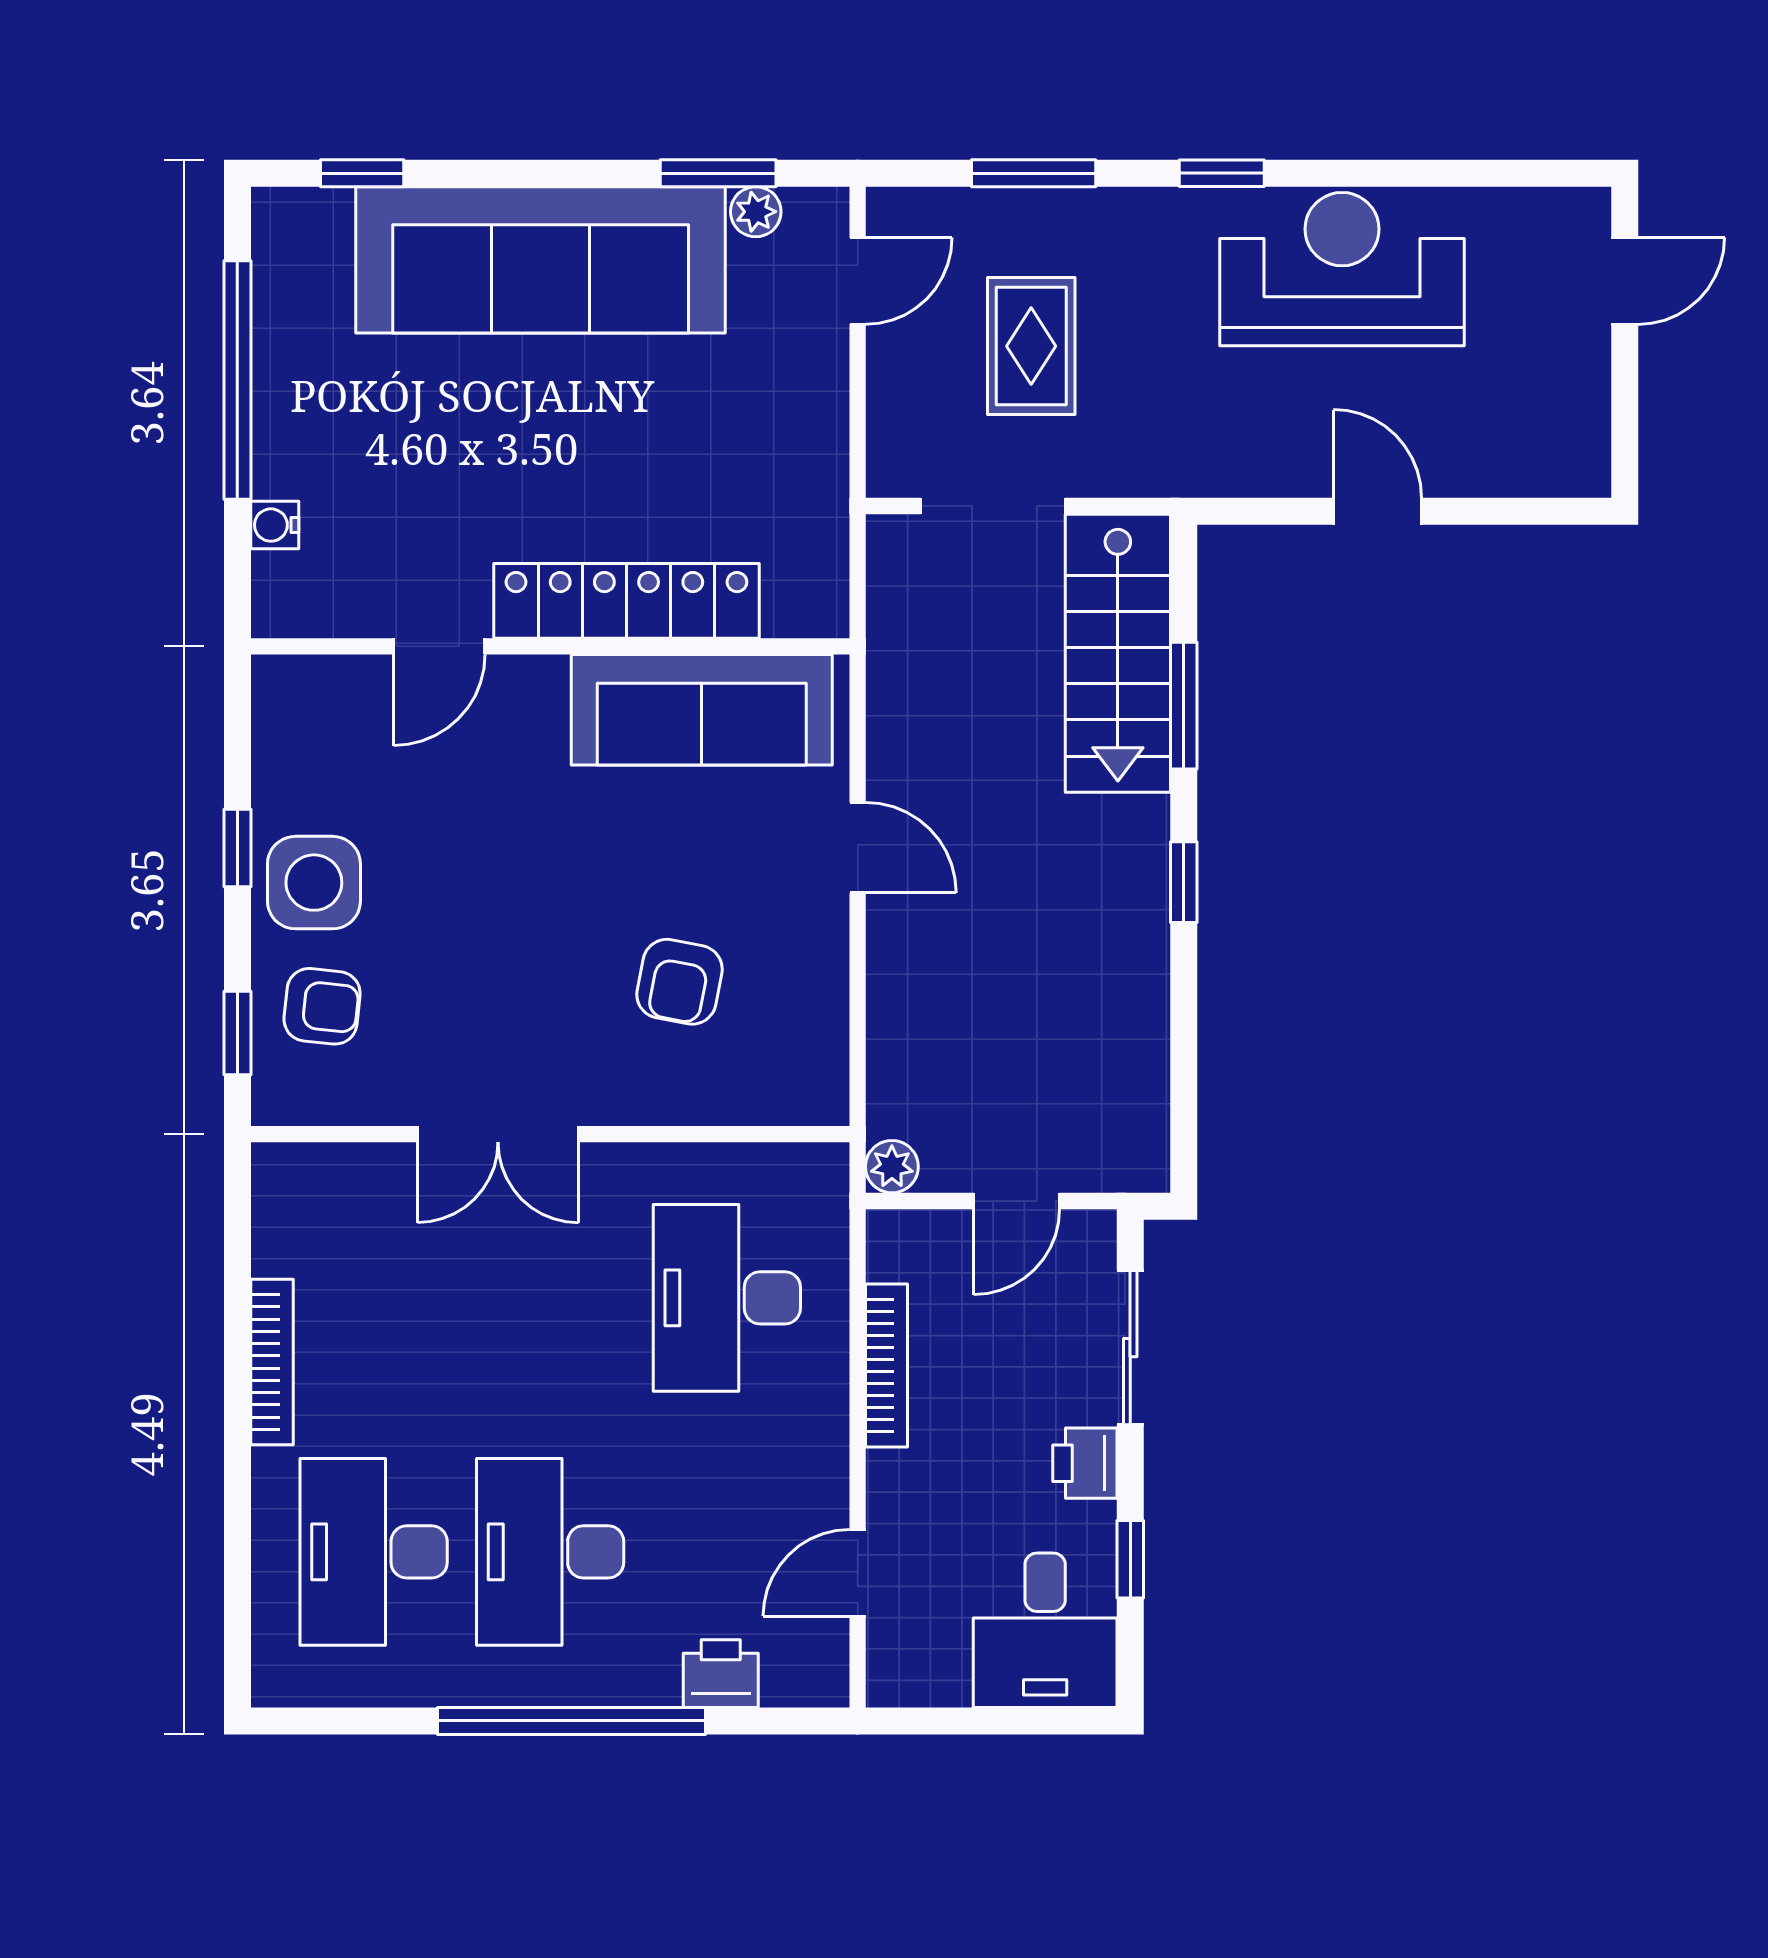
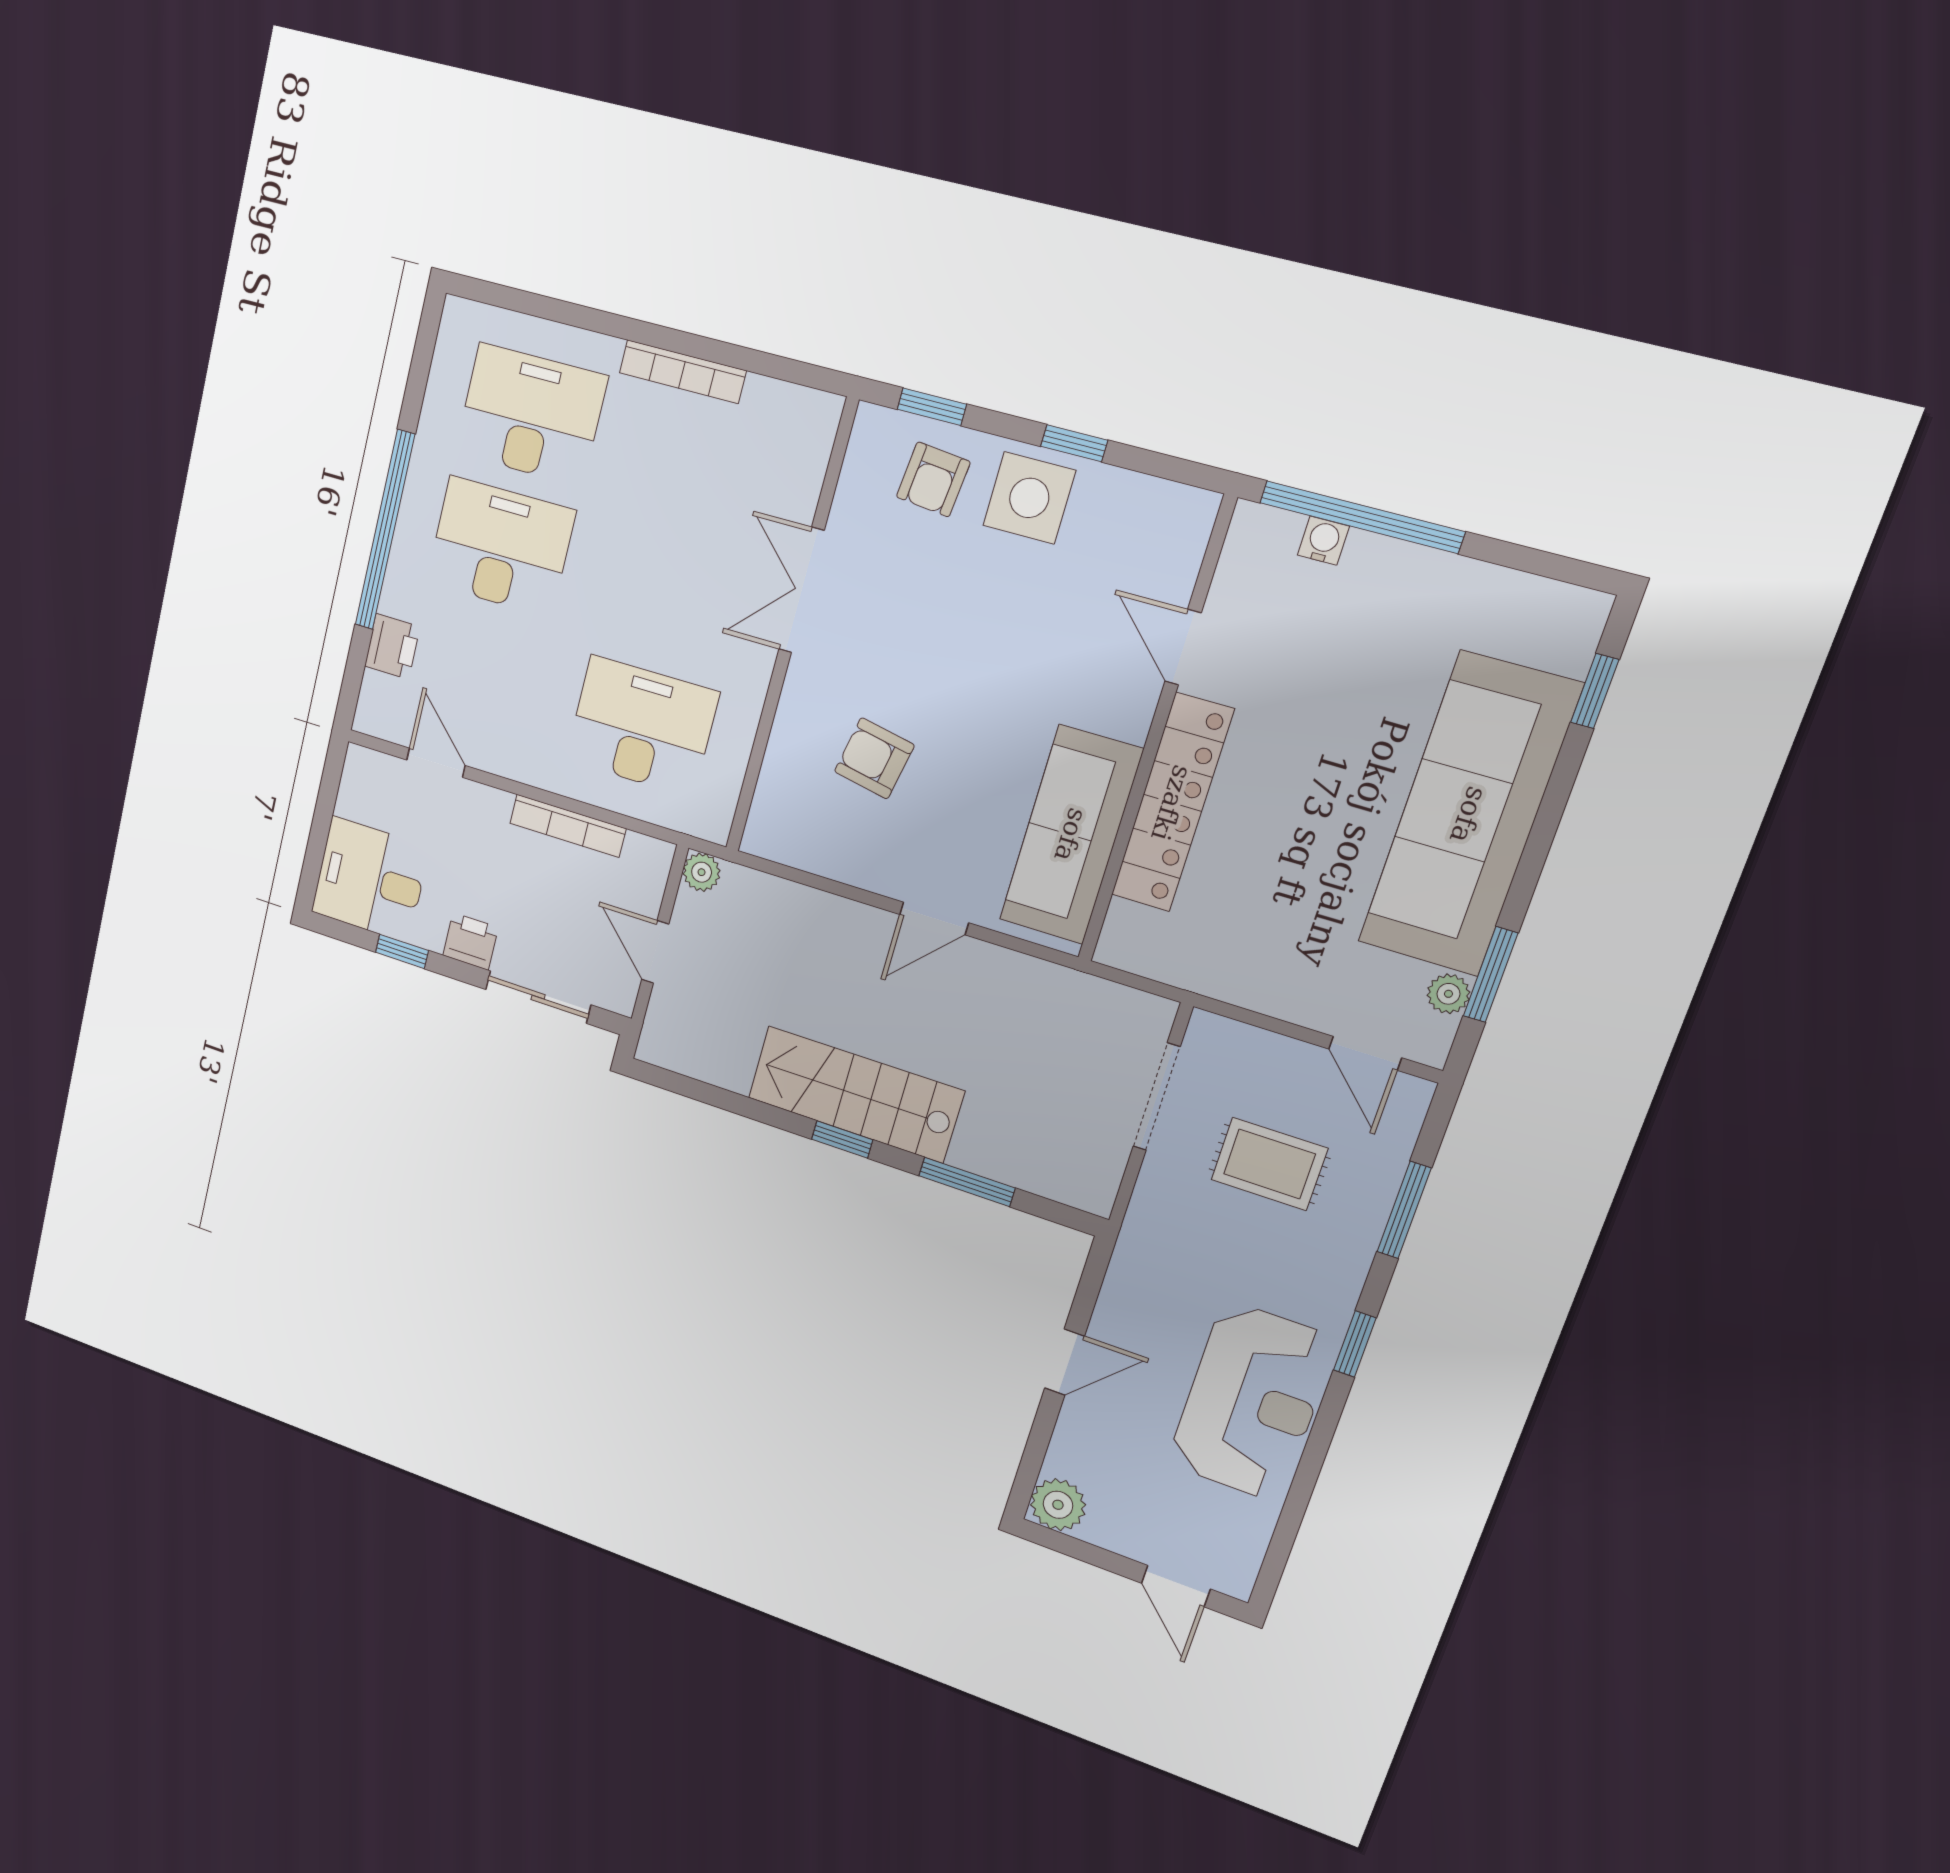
window: (237, 380) -> (1362, 517), moved
plant: (1574, 460) -> (1058, 1505), added
stairs: (1118, 653) -> (855, 1094), moved

